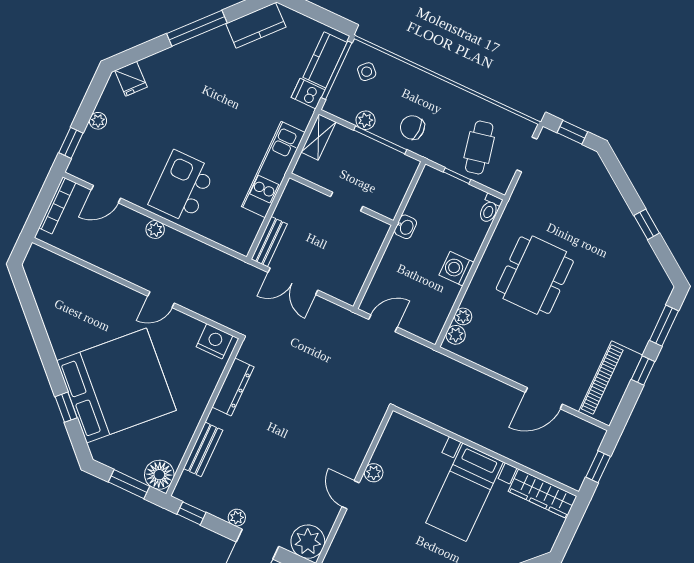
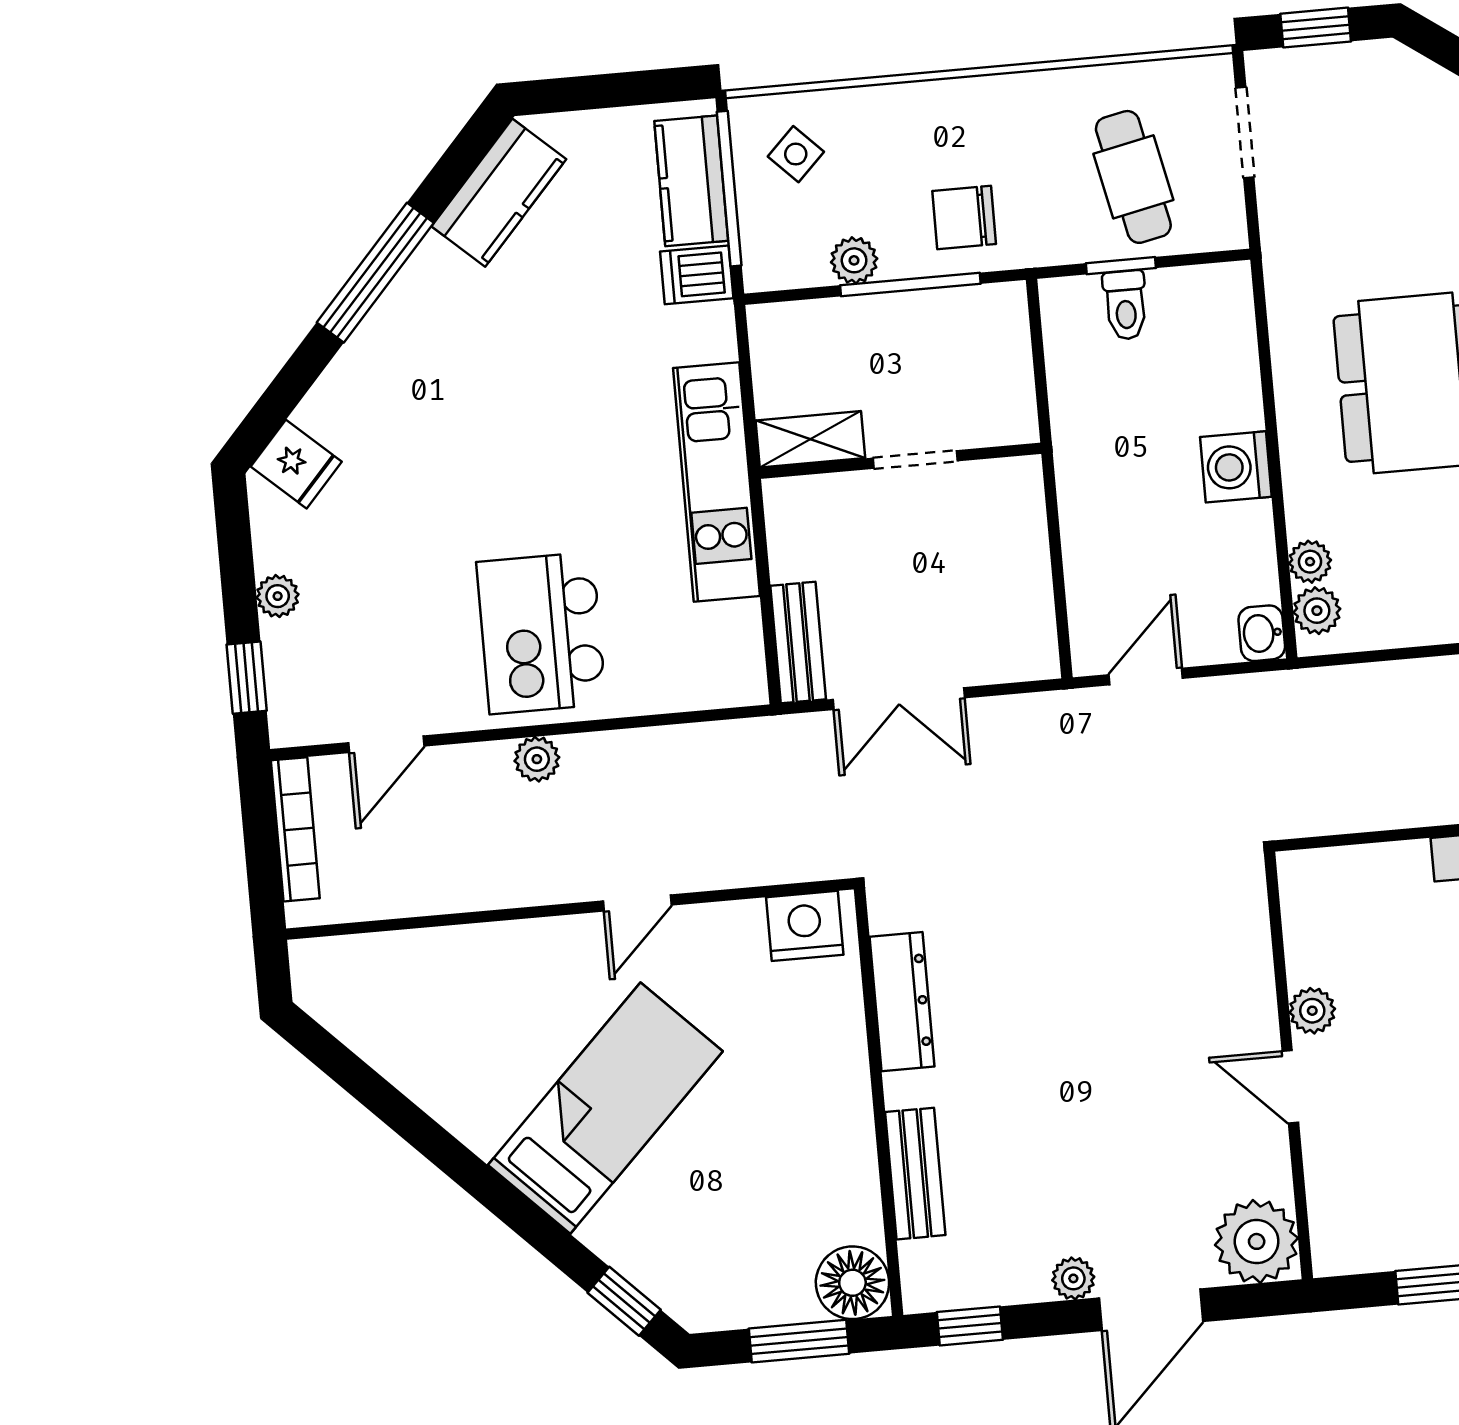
shelving: (318, 137) -> (810, 439), moved, turned 90
toilet: (490, 209) -> (1125, 305), moved
washbasin: (406, 227) -> (1262, 633), moved, turned 180
bed: (116, 385) -> (605, 1108), width x0.49
window: (66, 407) -> (624, 1301), moved

